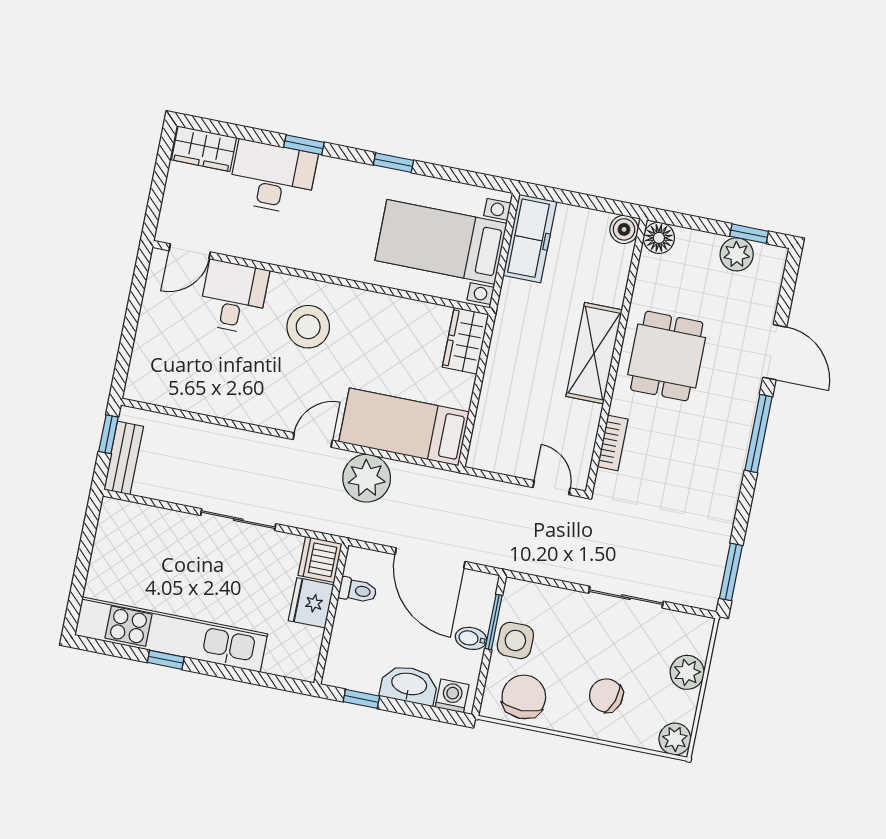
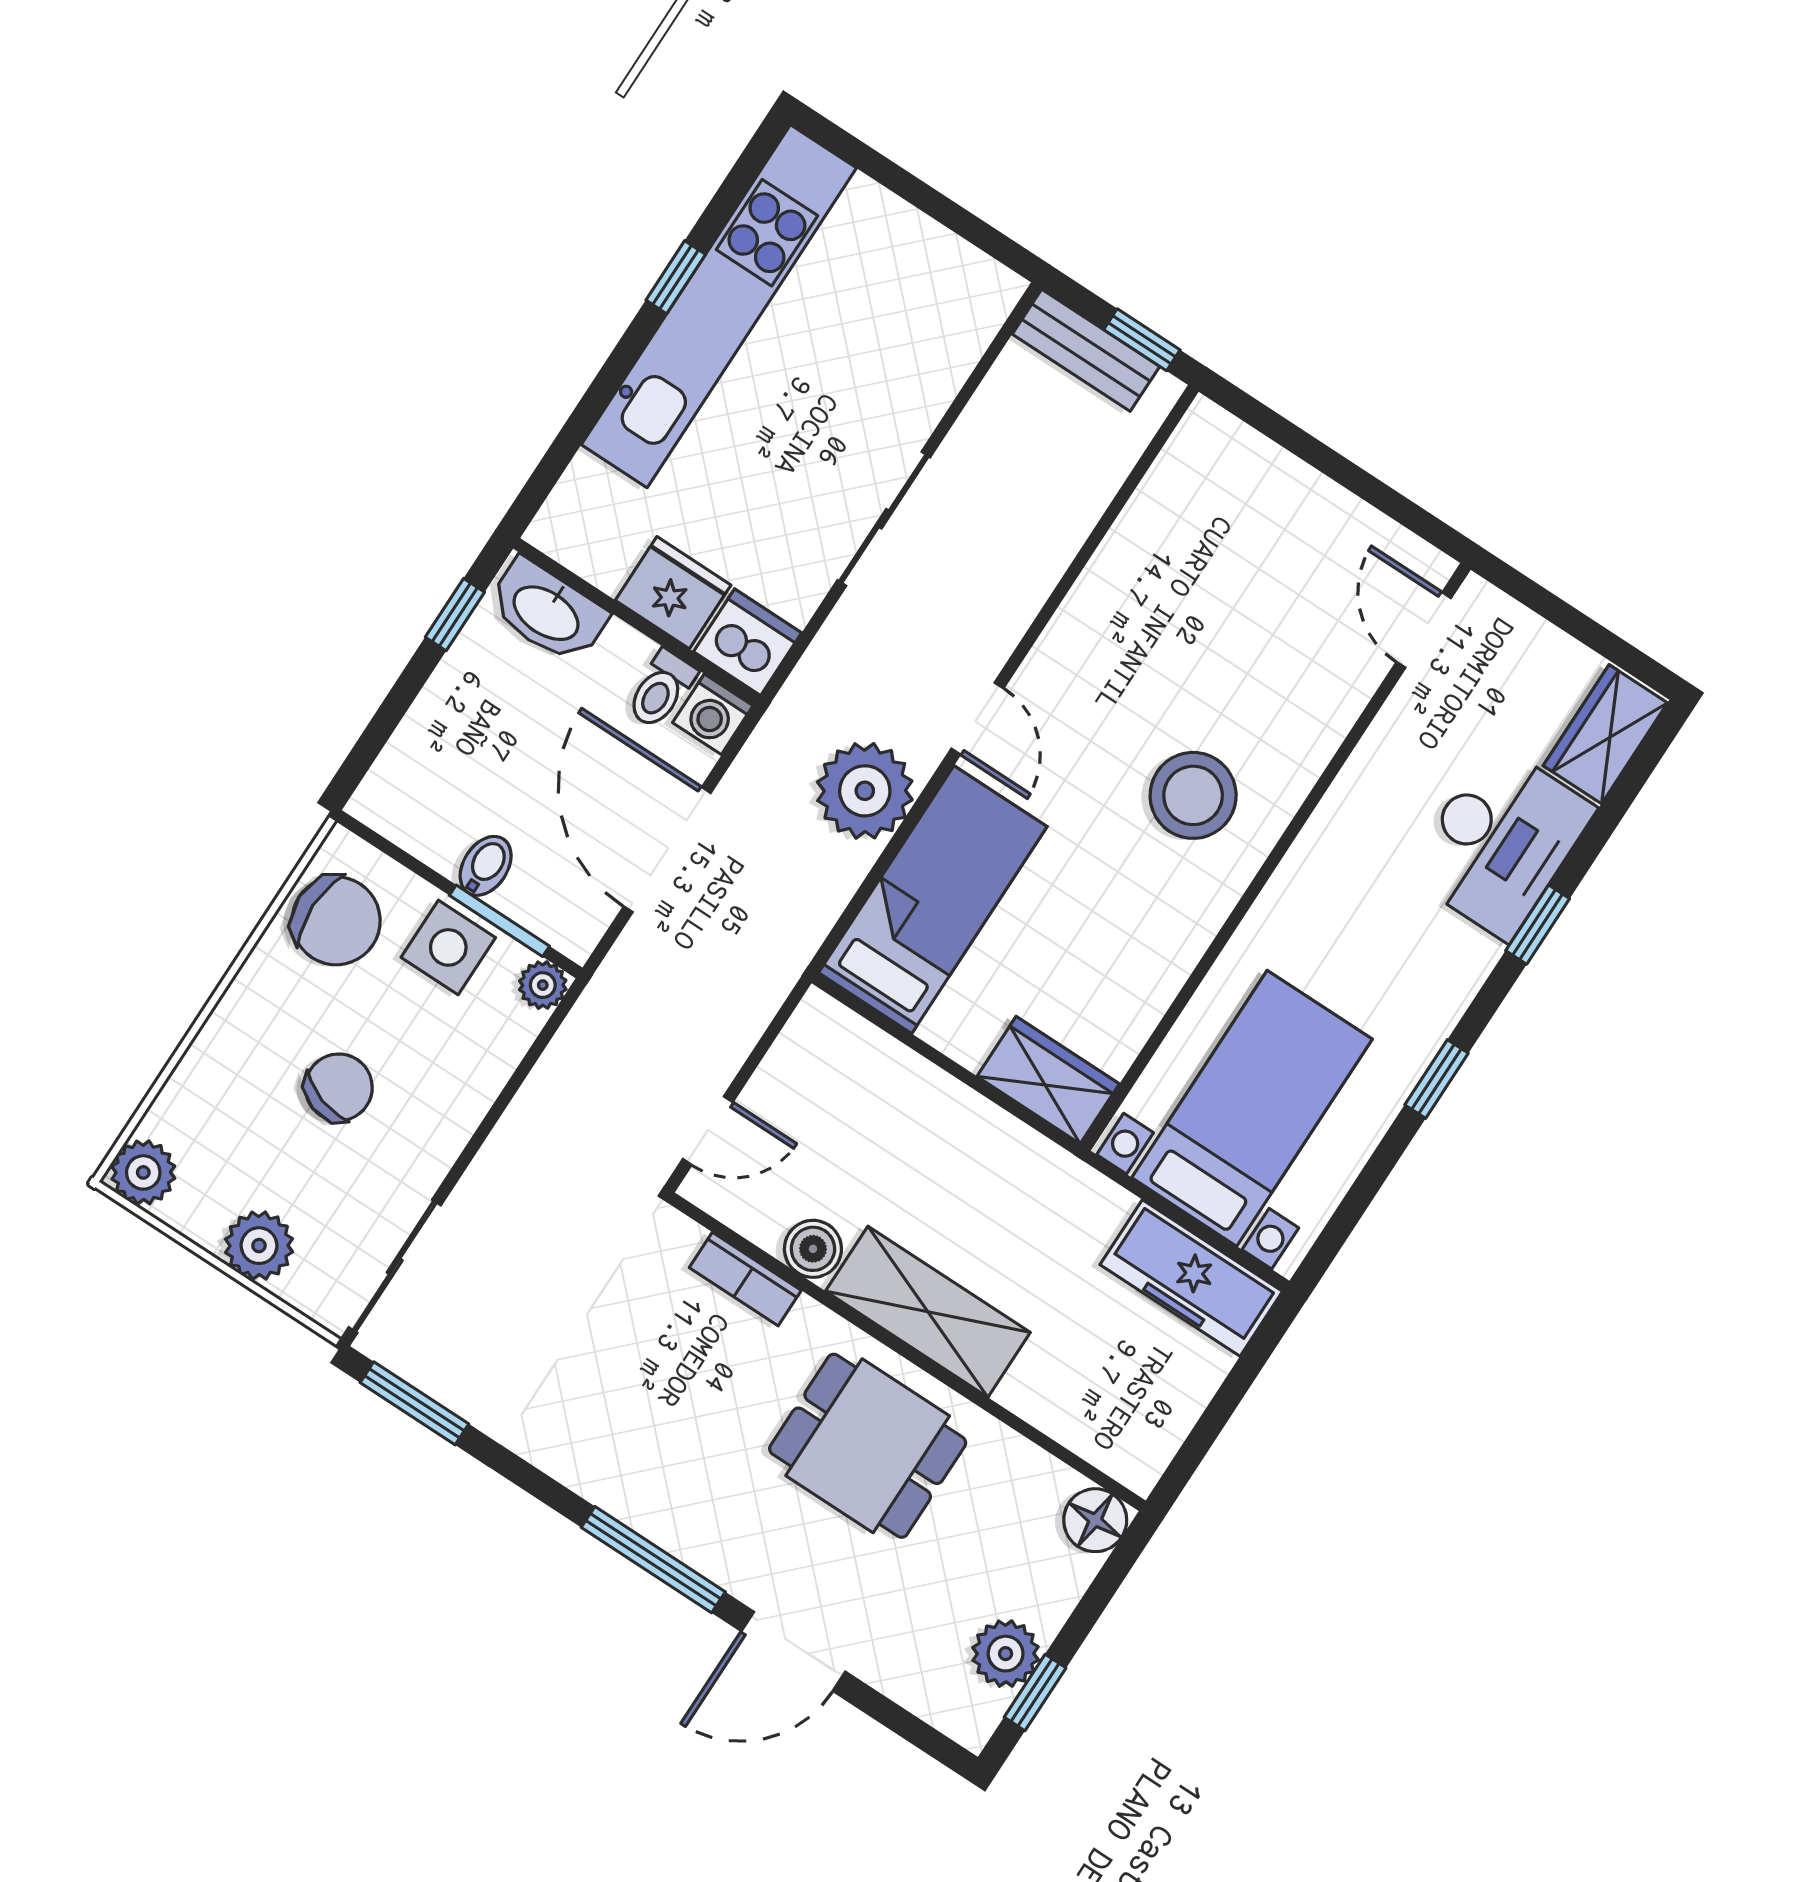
boiler: (624, 229) -> (813, 1249), moved
desk: (233, 297) -> (1305, 678), removed
door: (430, 558) -> (667, 850), hinge flipped
plant: (515, 590) -> (543, 985), added
sliding door: (626, 597) -> (395, 1266), moved
washbasin: (409, 685) -> (547, 611), moved, turned 90
chair: (606, 695) -> (339, 1087), moved
washing machine: (452, 696) -> (713, 714), moved, turned 90

